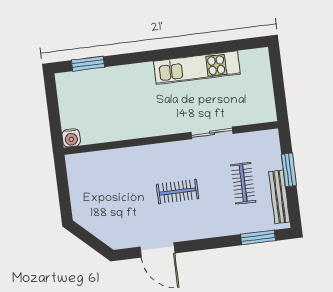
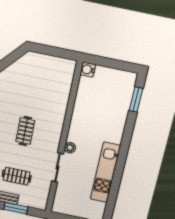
plant: (180, 126) -> (70, 148), added

